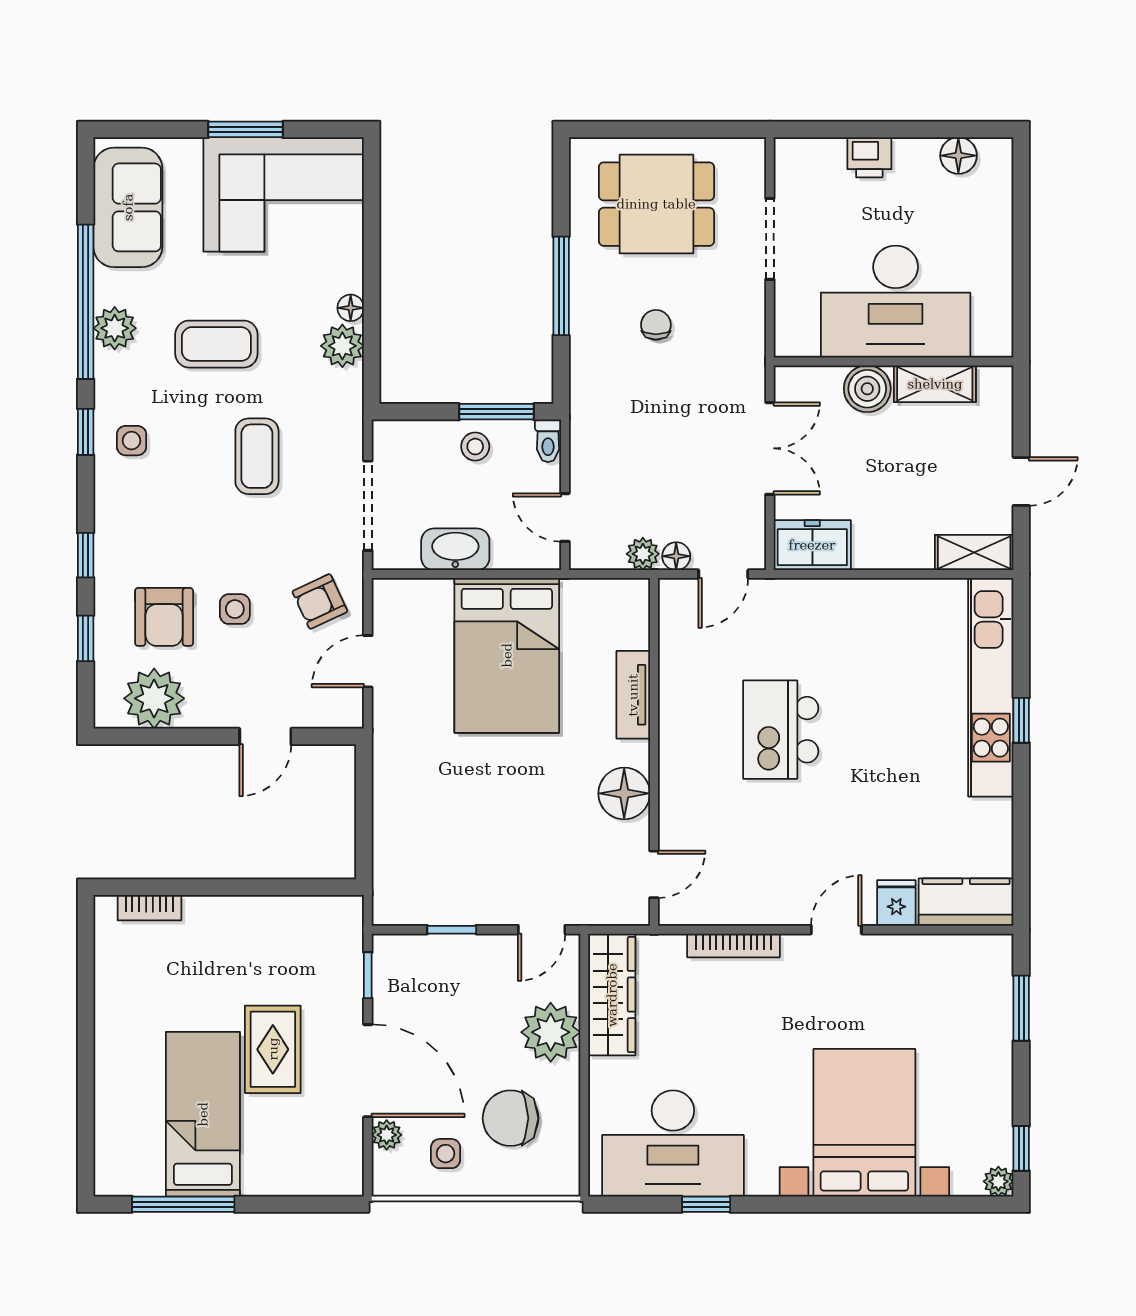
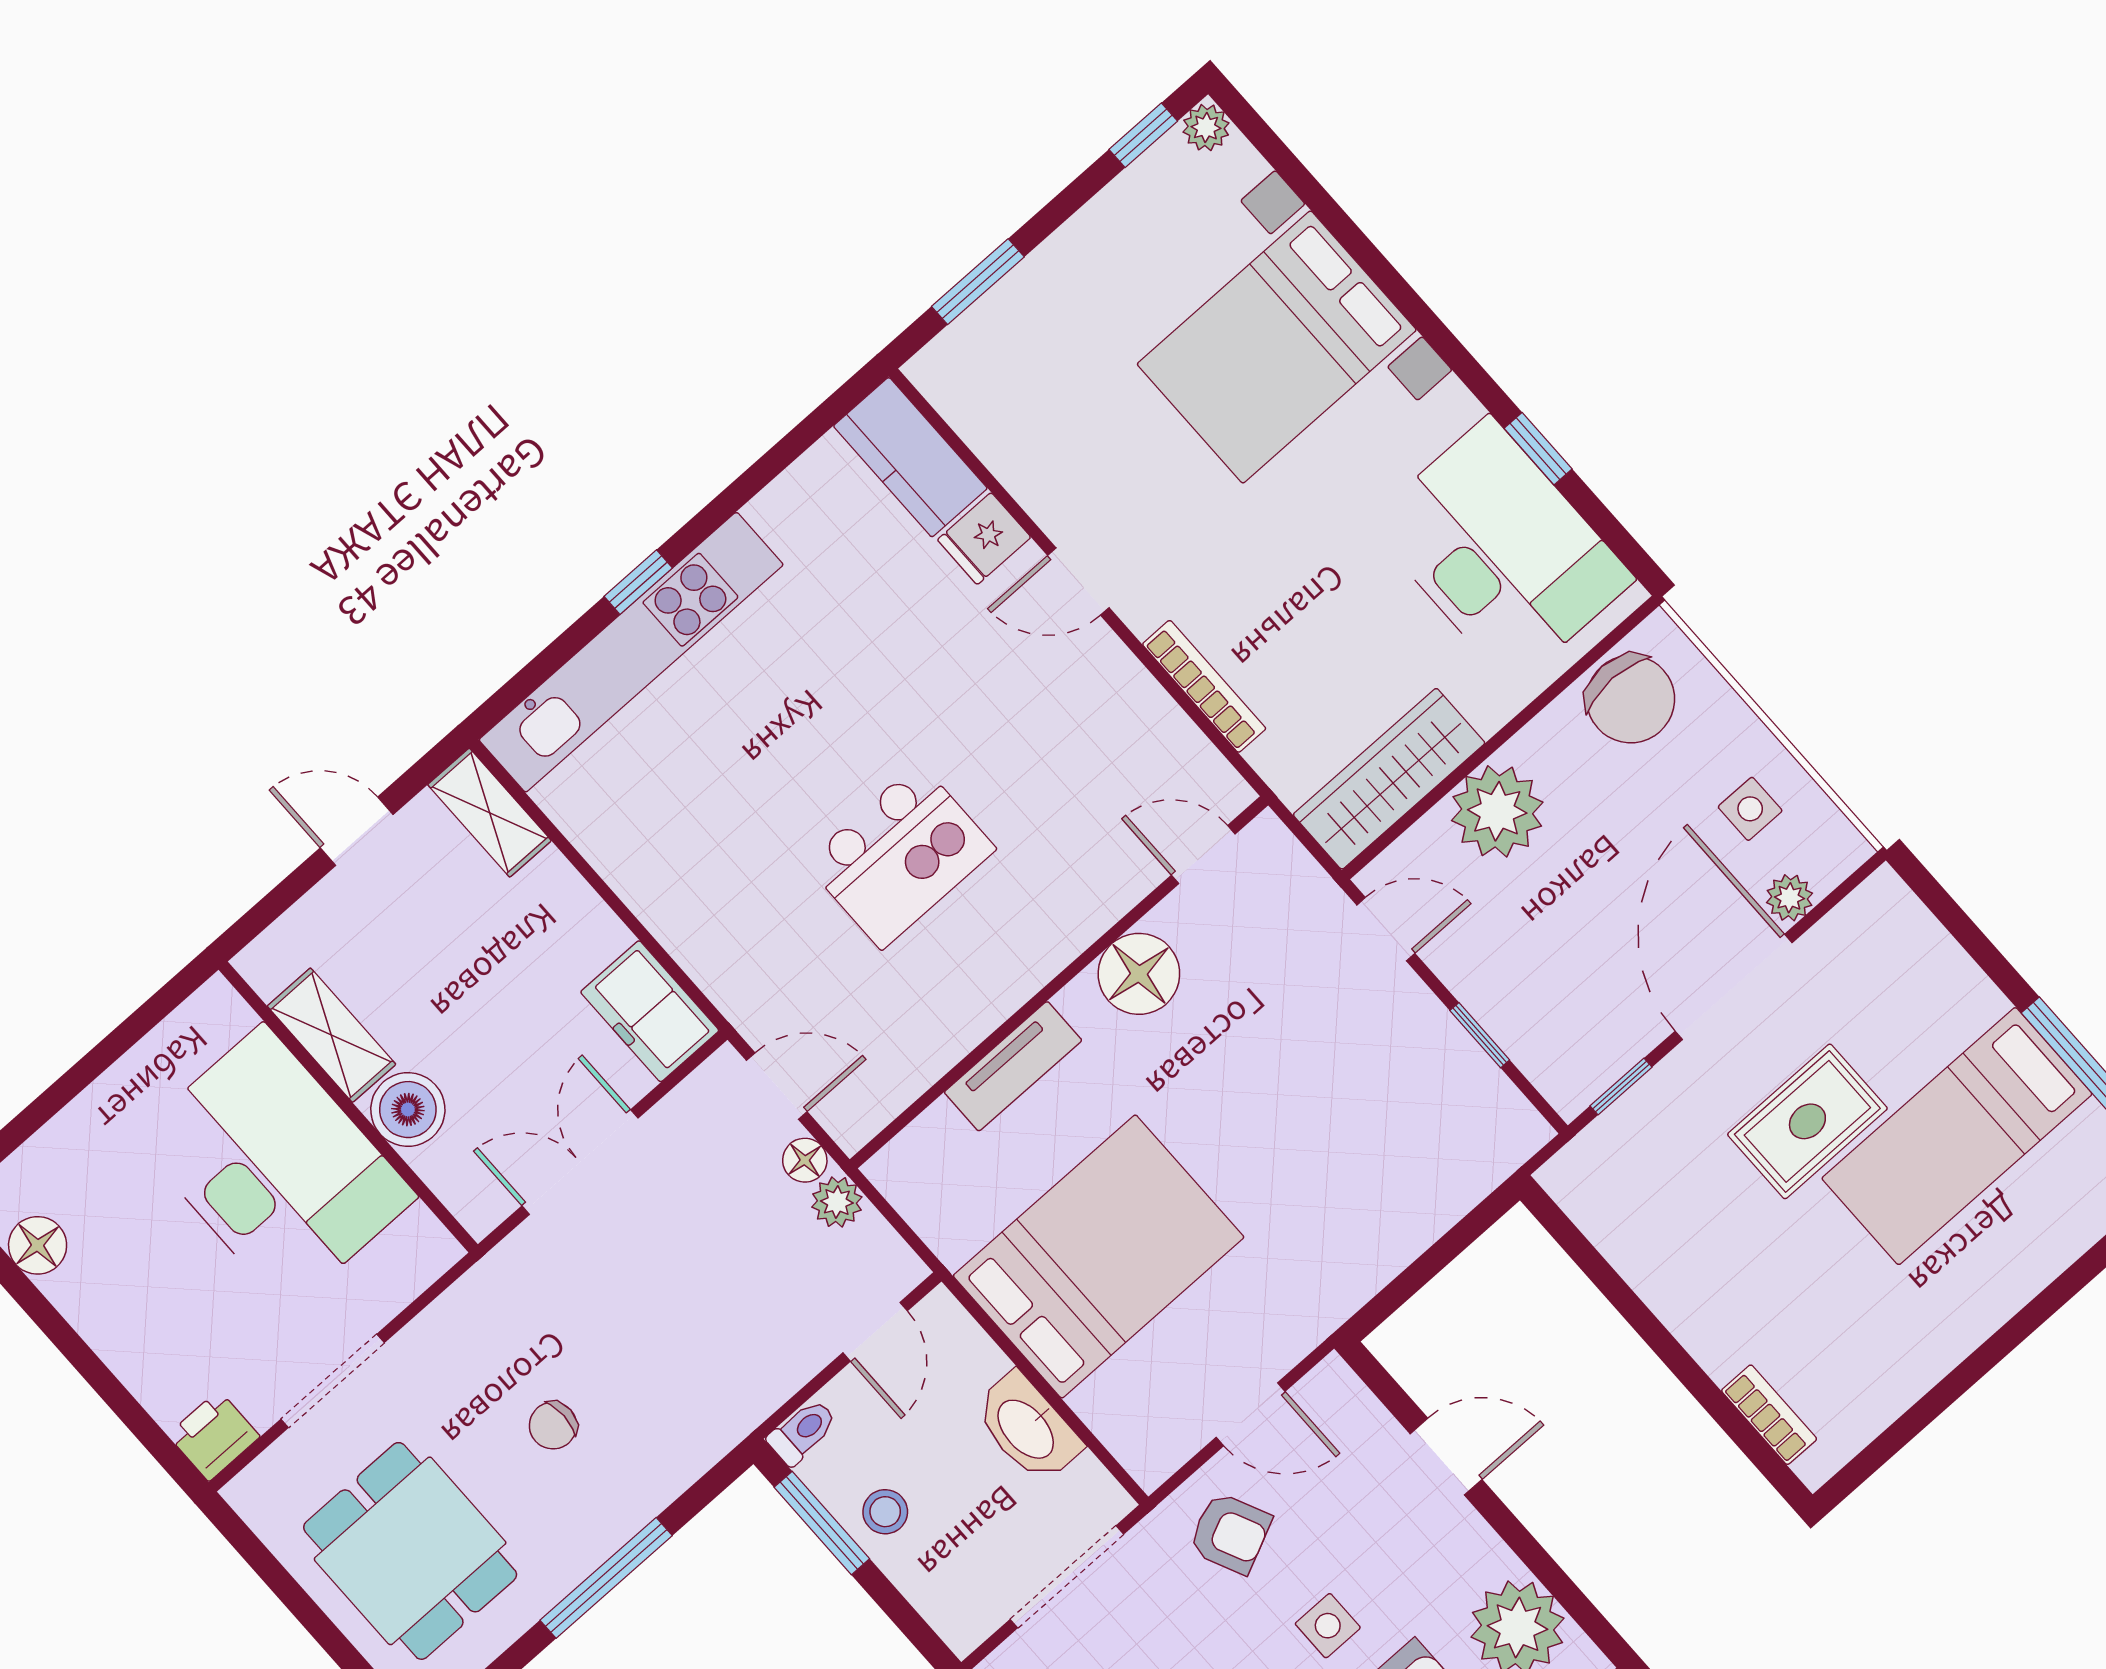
printer: (869, 157) -> (214, 1436), moved, turned -90
chair: (511, 1118) -> (1631, 699), moved

